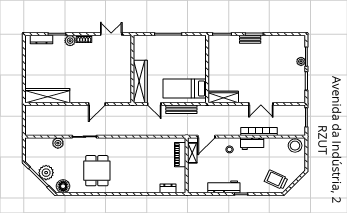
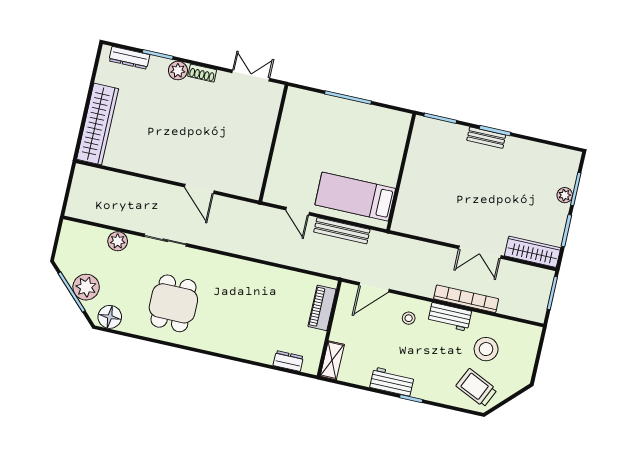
wardrobe: (140, 81) -> (282, 168), removed
wardrobe: (47, 96) -> (98, 124), moved, turned 90
wardrobe: (223, 97) -> (533, 252), moved
door: (97, 104) -> (199, 189), hinge flipped
stool: (295, 146) -> (486, 349), moved
shelving: (192, 153) -> (332, 360), moved
workbench: (224, 187) -> (392, 382), width x0.73

